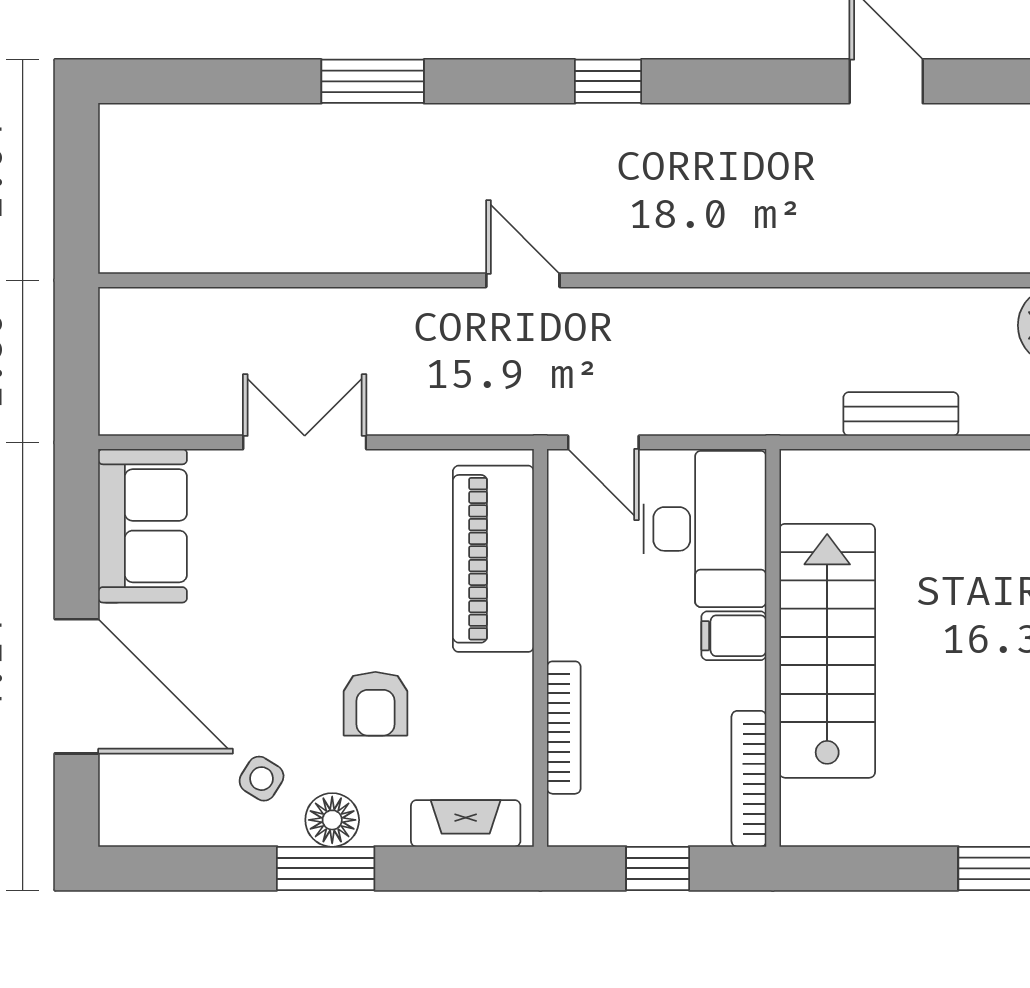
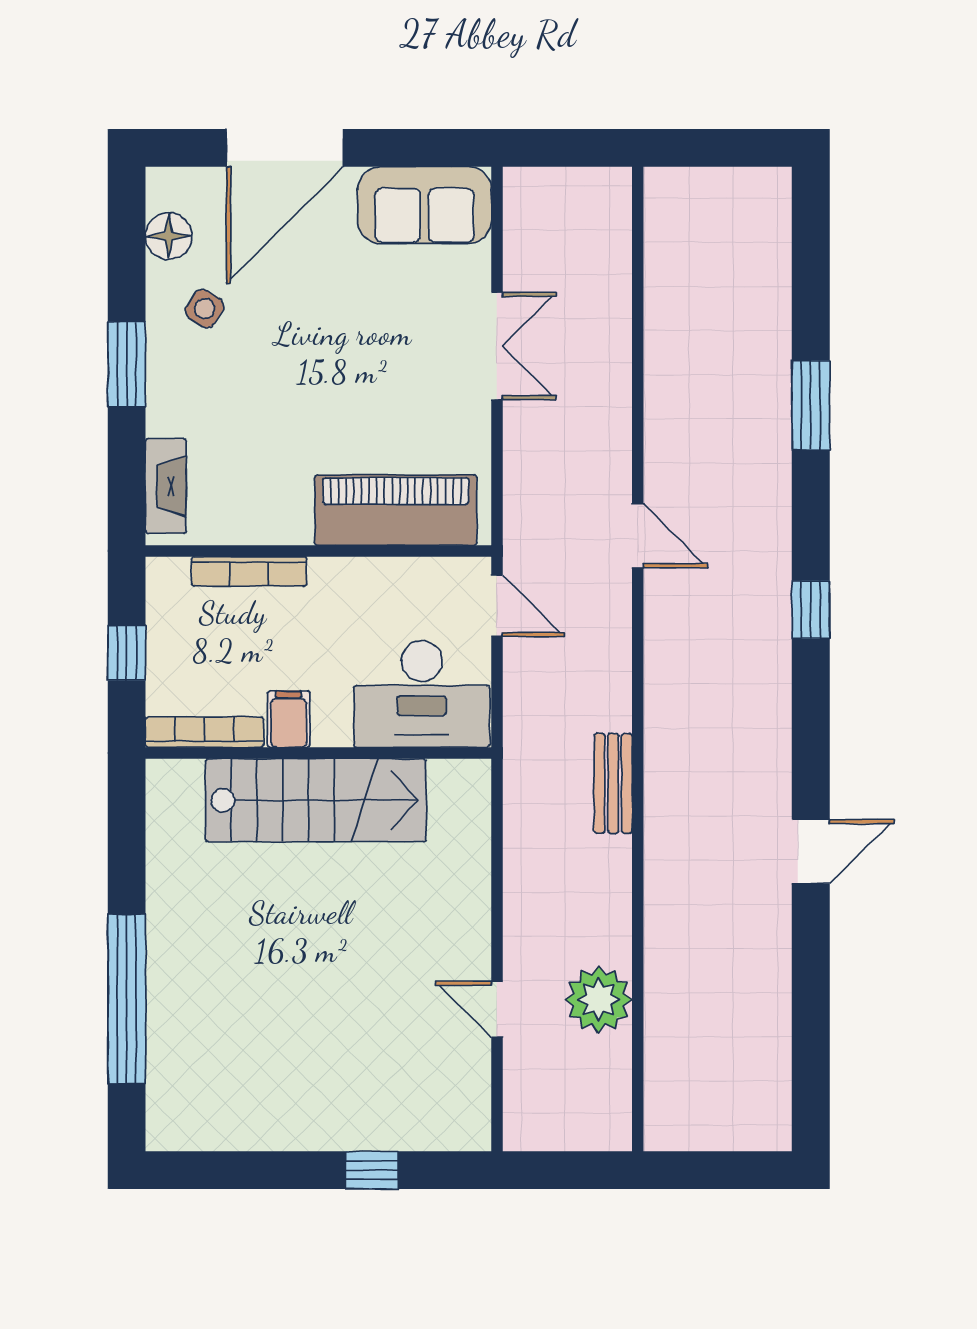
door: (523, 280) -> (638, 536), hinge flipped
bench: (901, 414) -> (613, 783), moved
door: (603, 442) -> (497, 606), swing flipped
filing cabinet: (734, 636) -> (288, 719), moved
armchair: (375, 704) -> (270, 408), removed
floor lamp: (332, 820) -> (169, 236), moved

